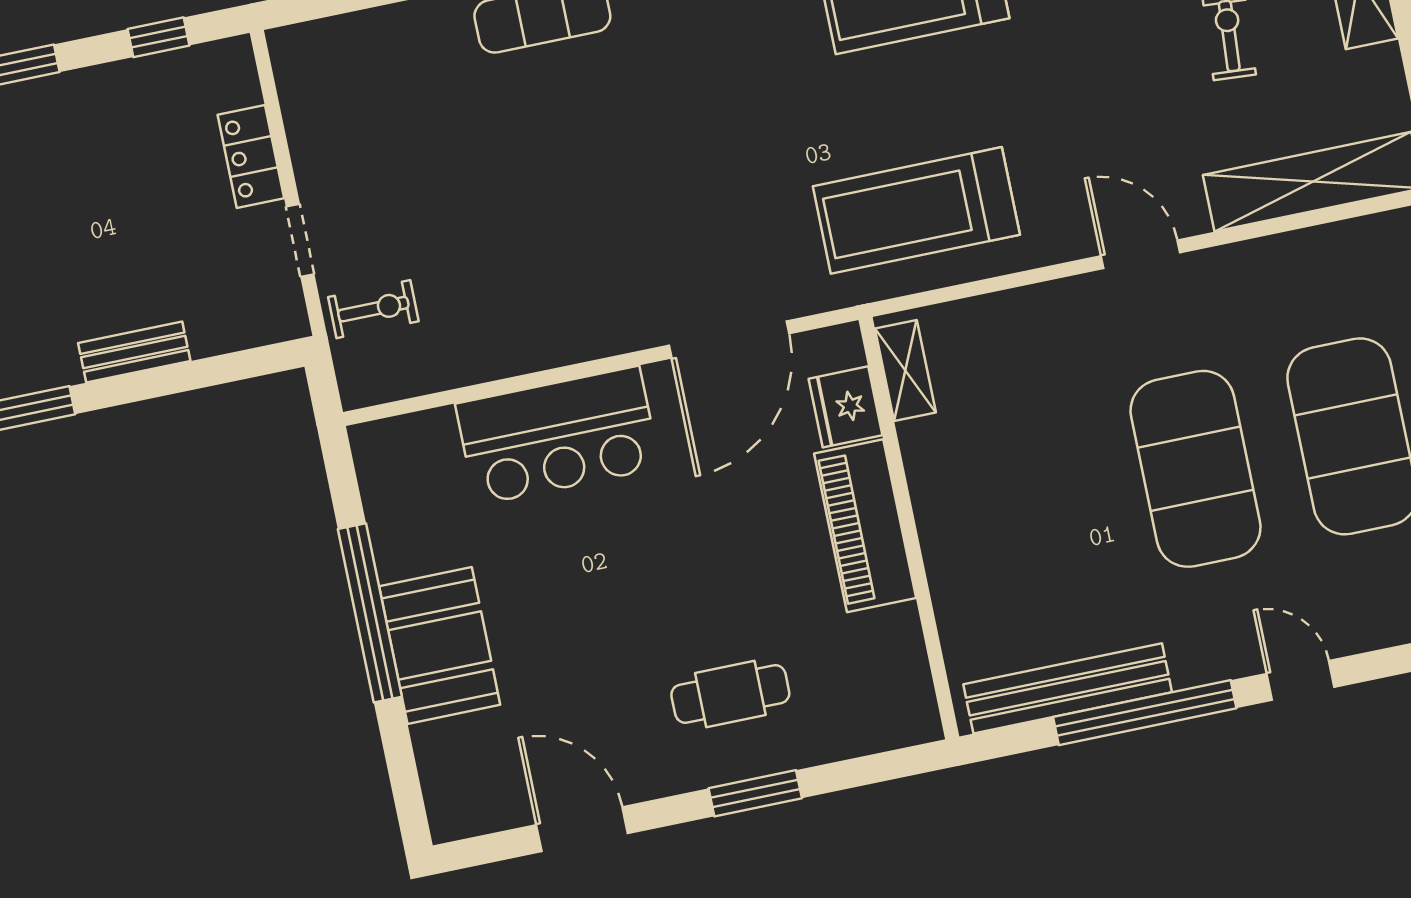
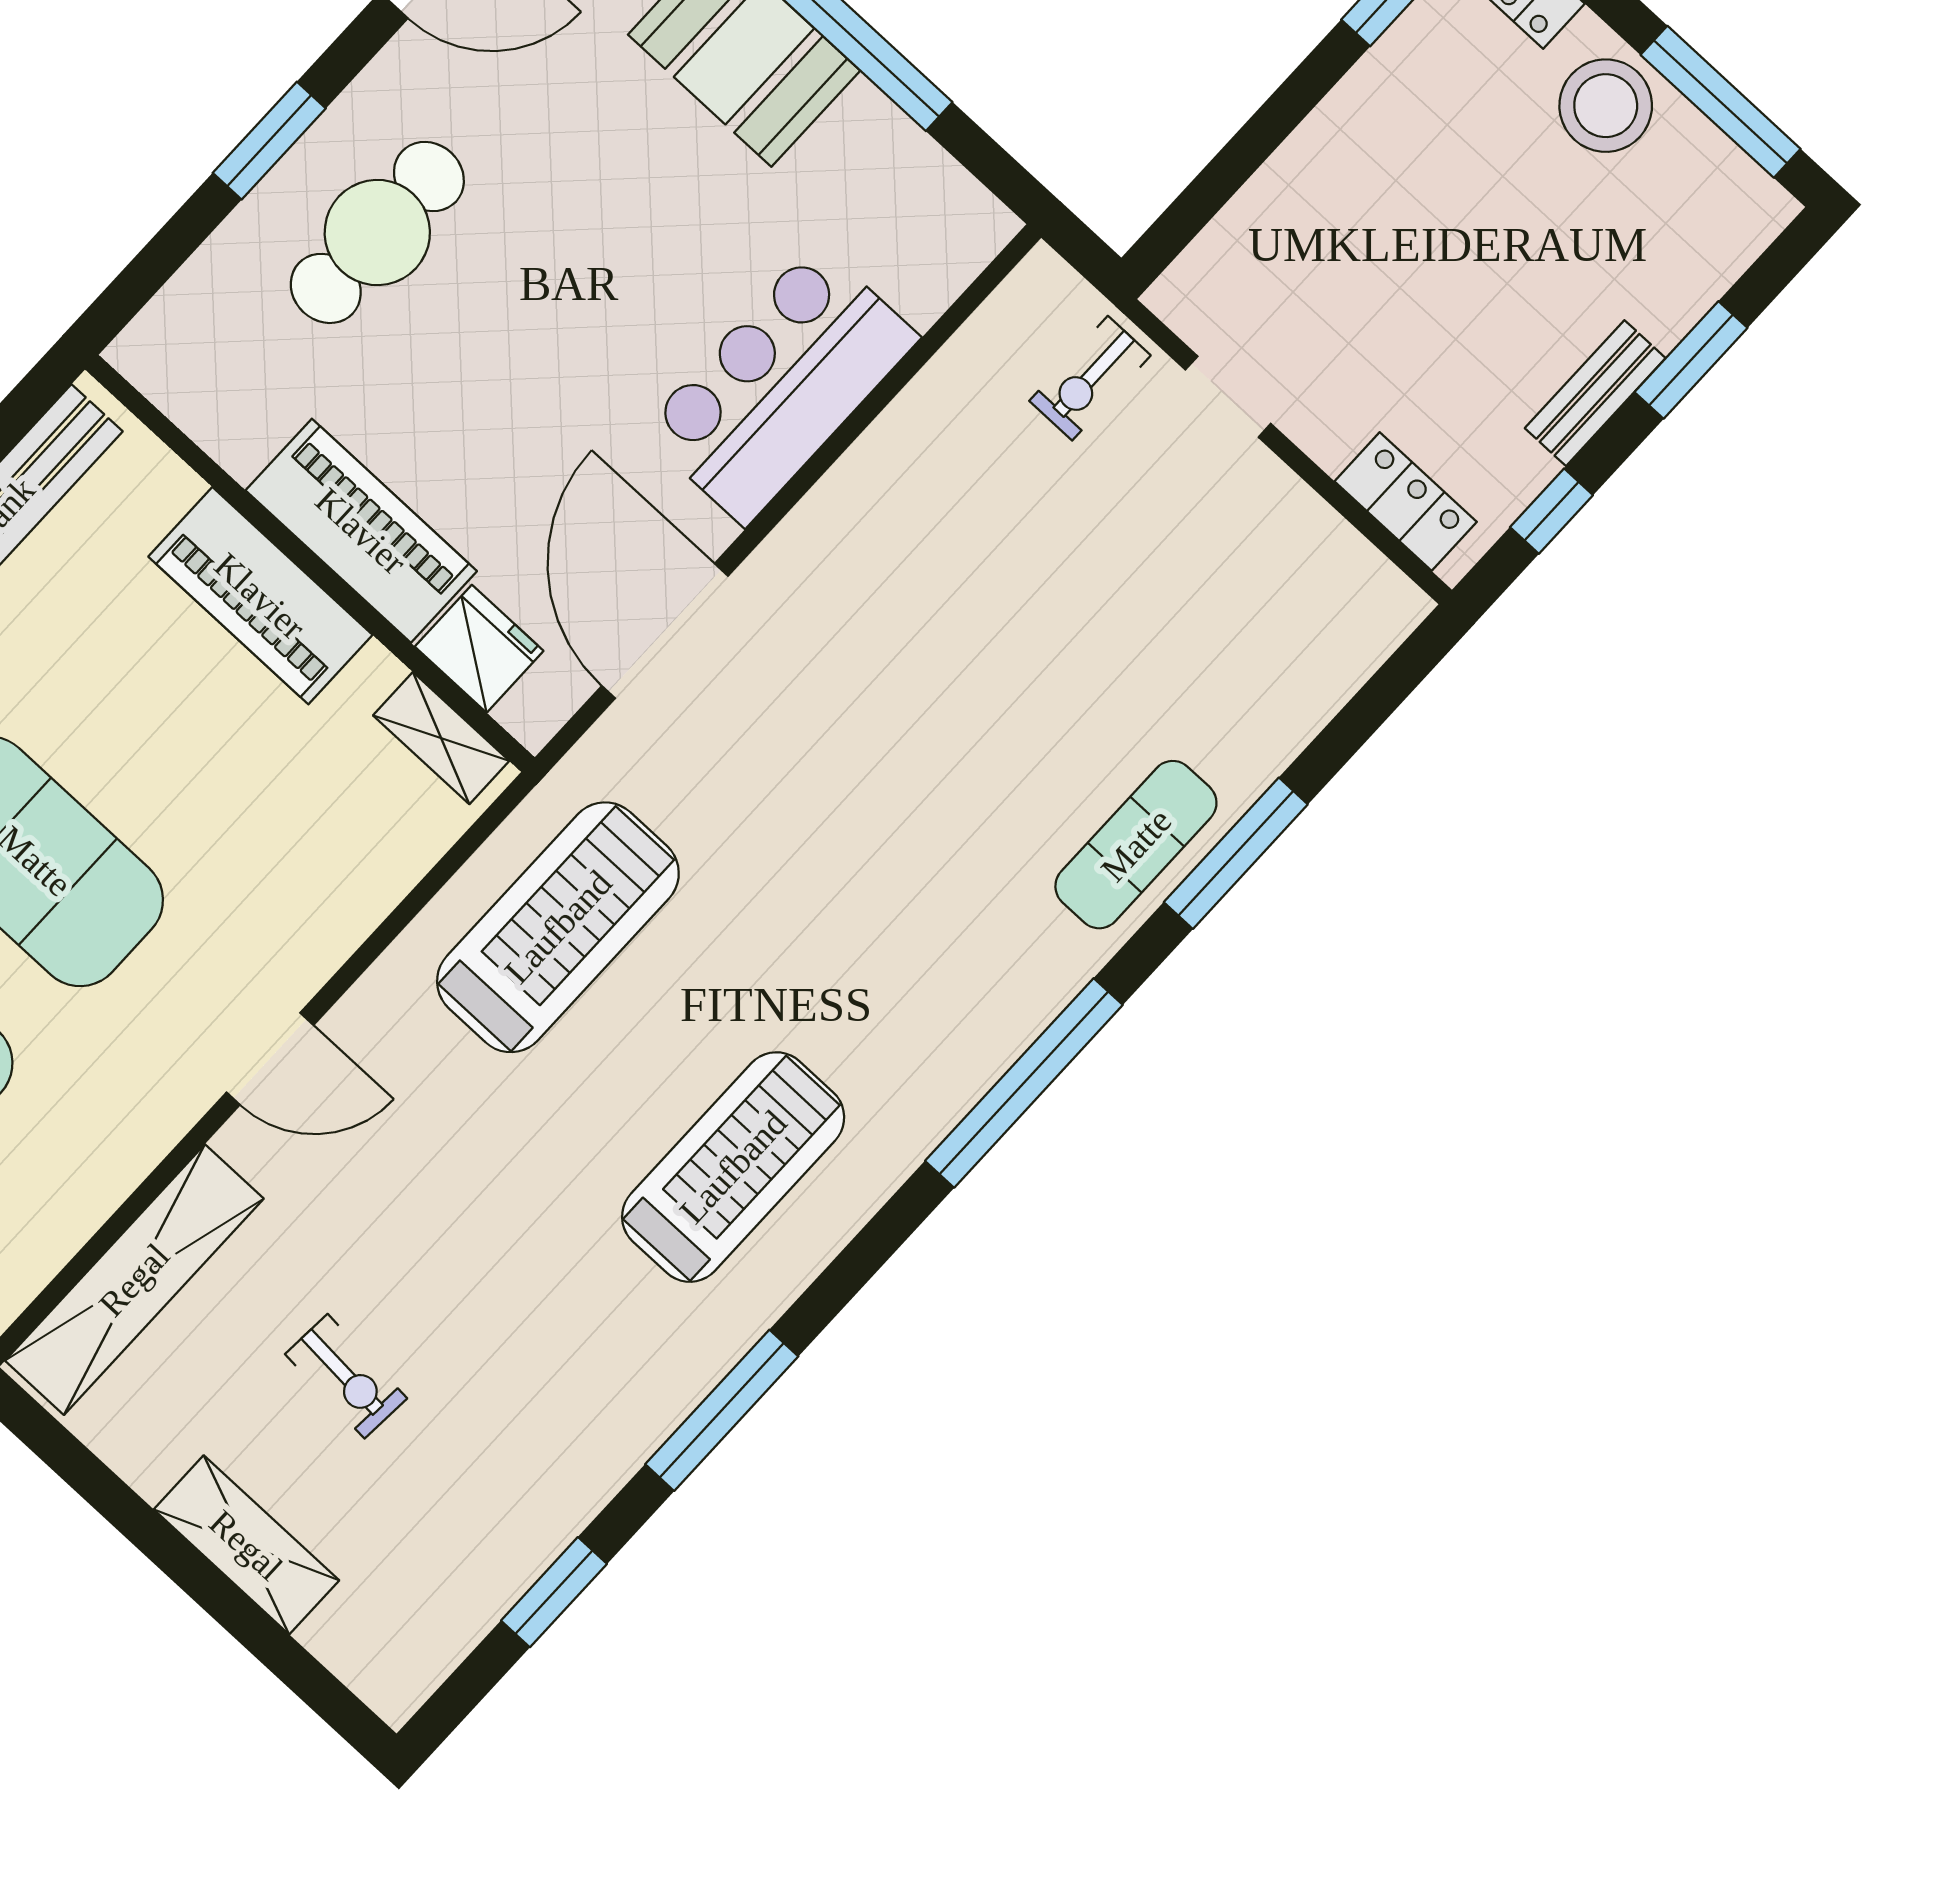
locker: (251, 157) -> (1406, 502), moved
bench: (134, 352) -> (1595, 393), moved
piano: (951, 530) -> (260, 596), added
cafe table: (730, 694) -> (377, 232), width x1.37, depth x1.35

